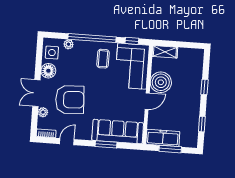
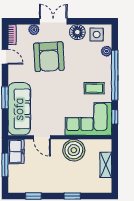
shelving: (165, 52) -> (106, 165), moved
door: (147, 101) -> (42, 137), moved
freezer: (163, 138) -> (16, 152), width x0.71

